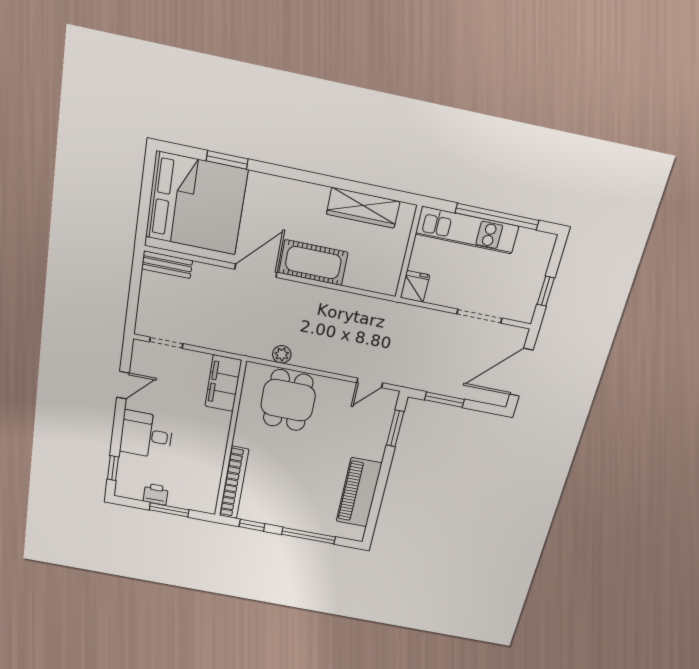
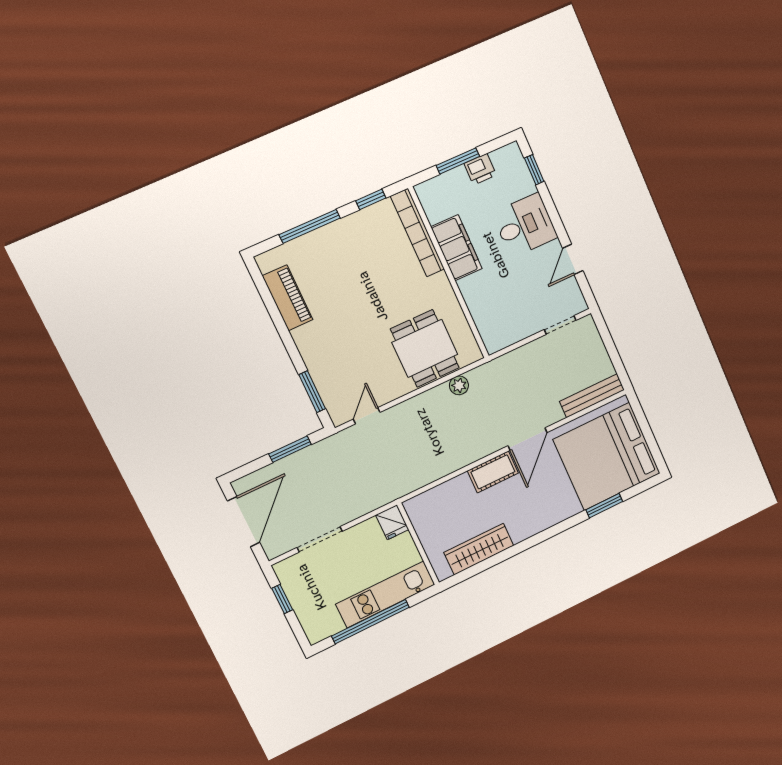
cot: (313, 263) -> (493, 472), width x0.73, depth x0.75
bench: (167, 265) -> (592, 396), width x1.36
filing cabinet: (223, 383) -> (457, 248), moved
piano: (359, 492) -> (288, 298), width x0.73, depth x0.75

